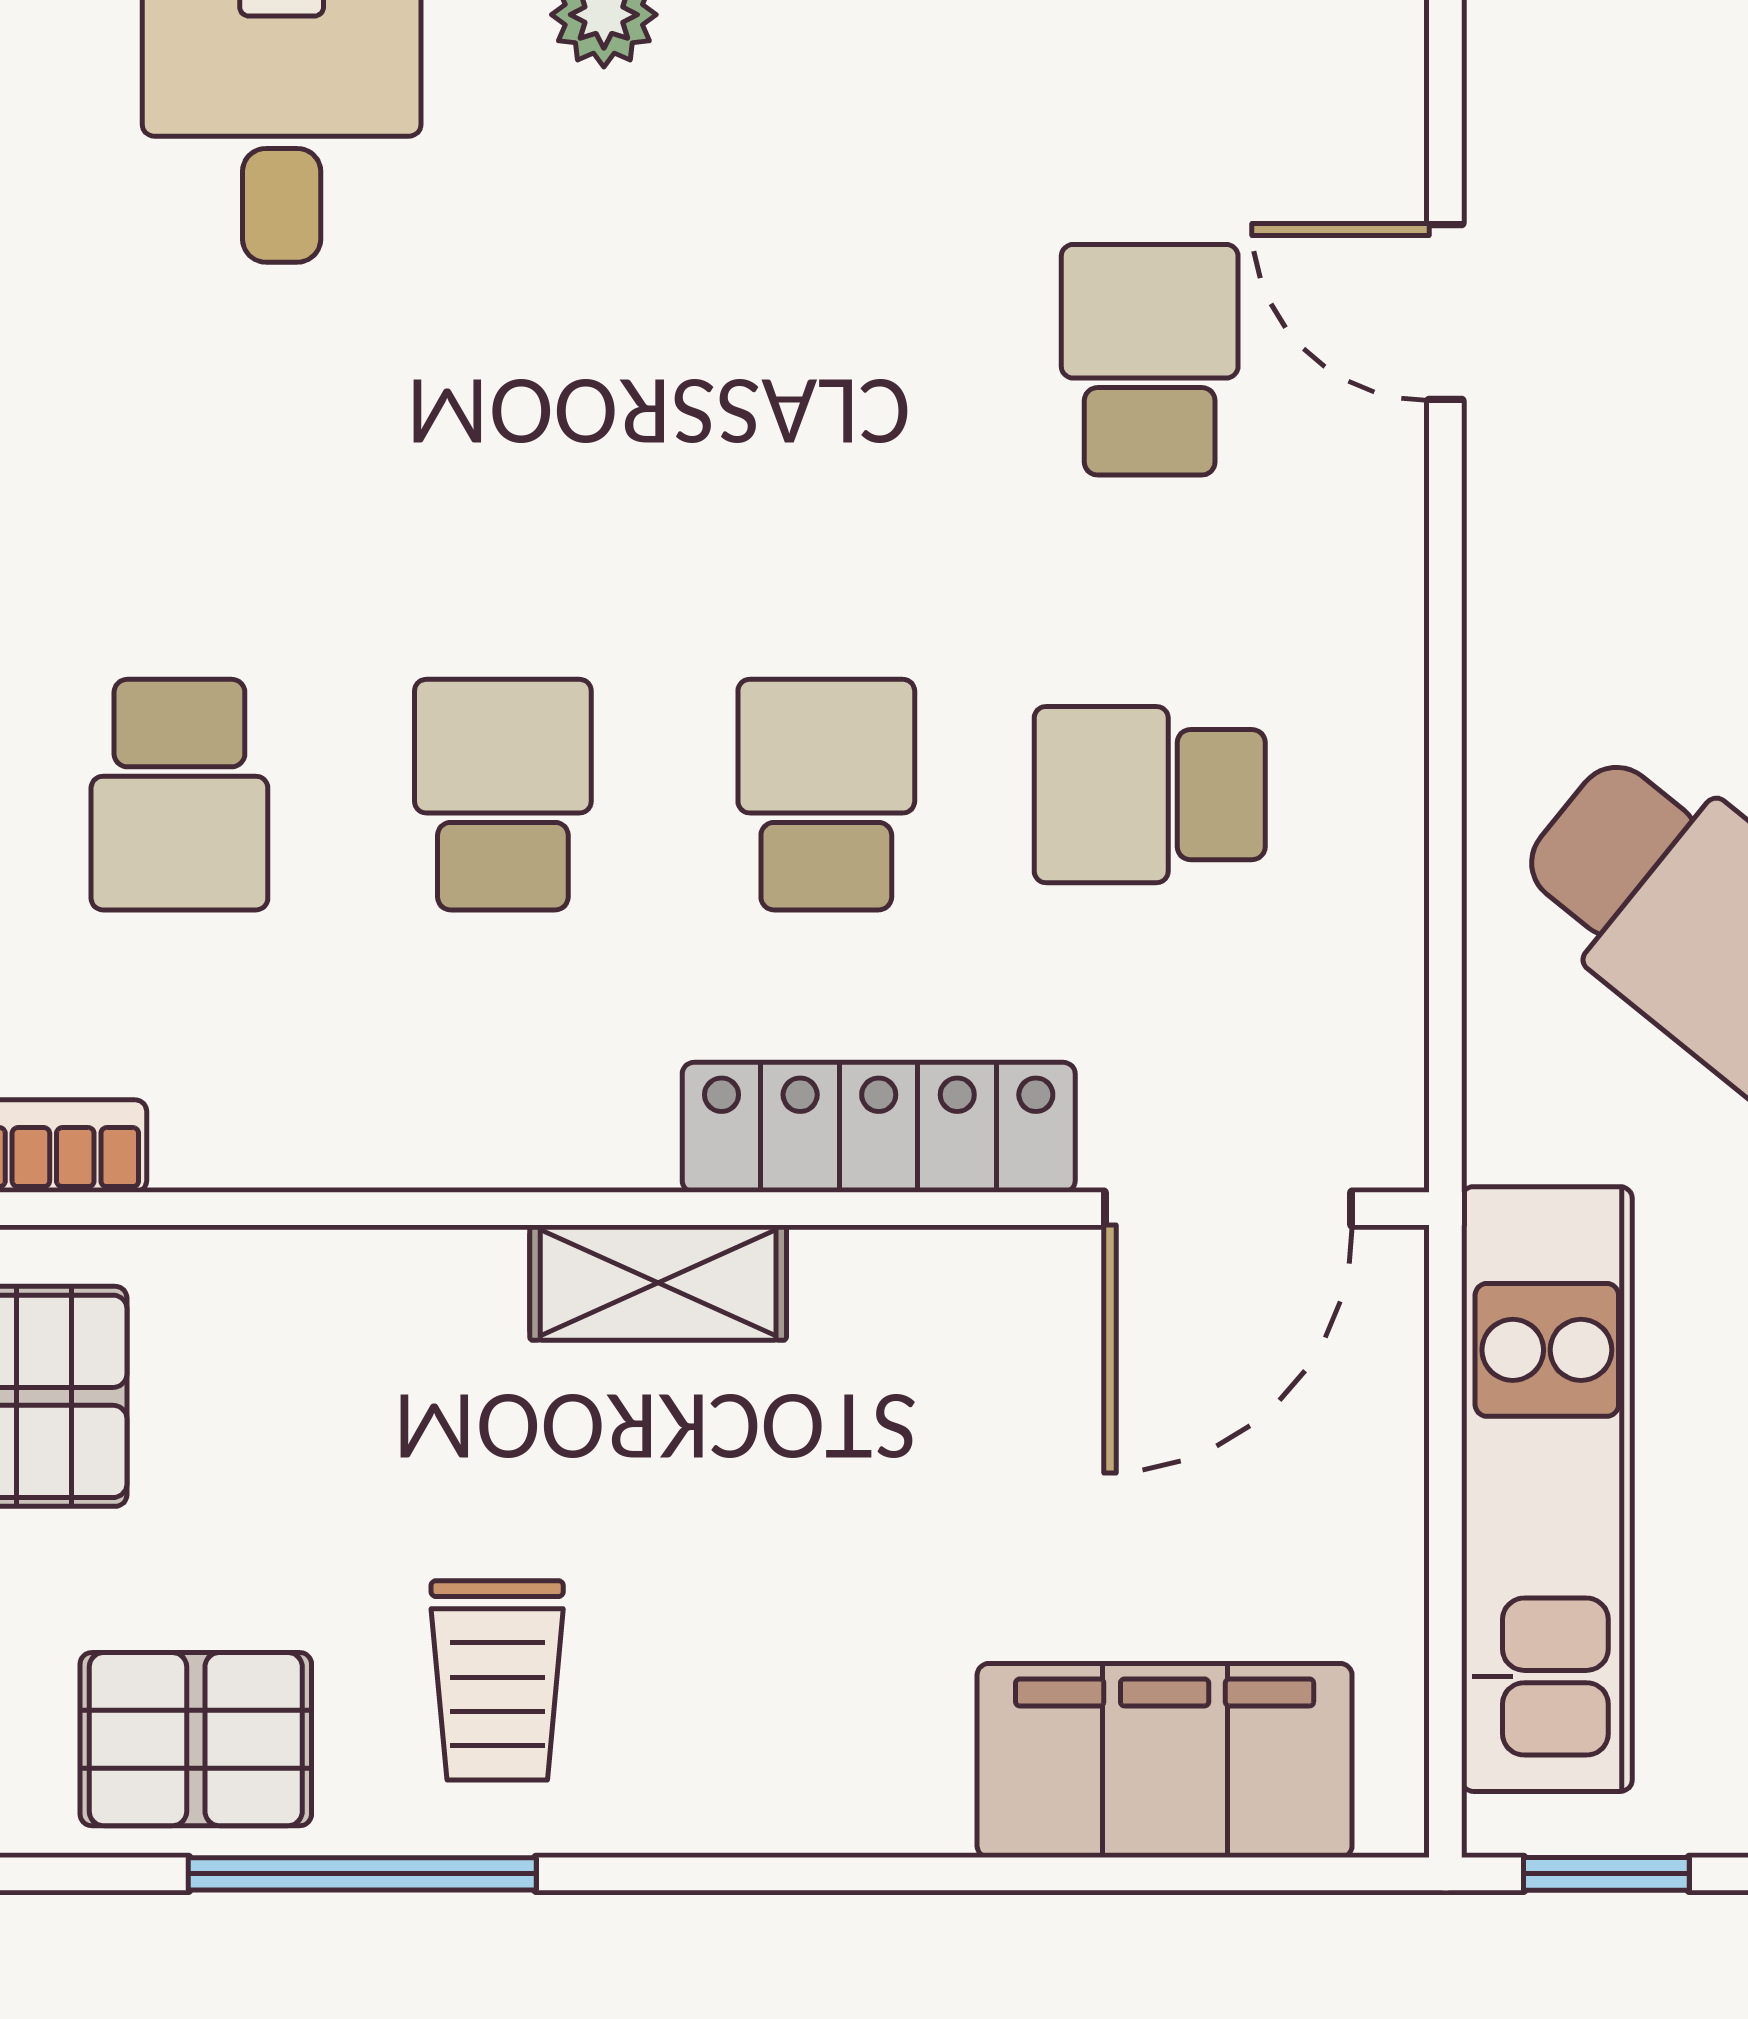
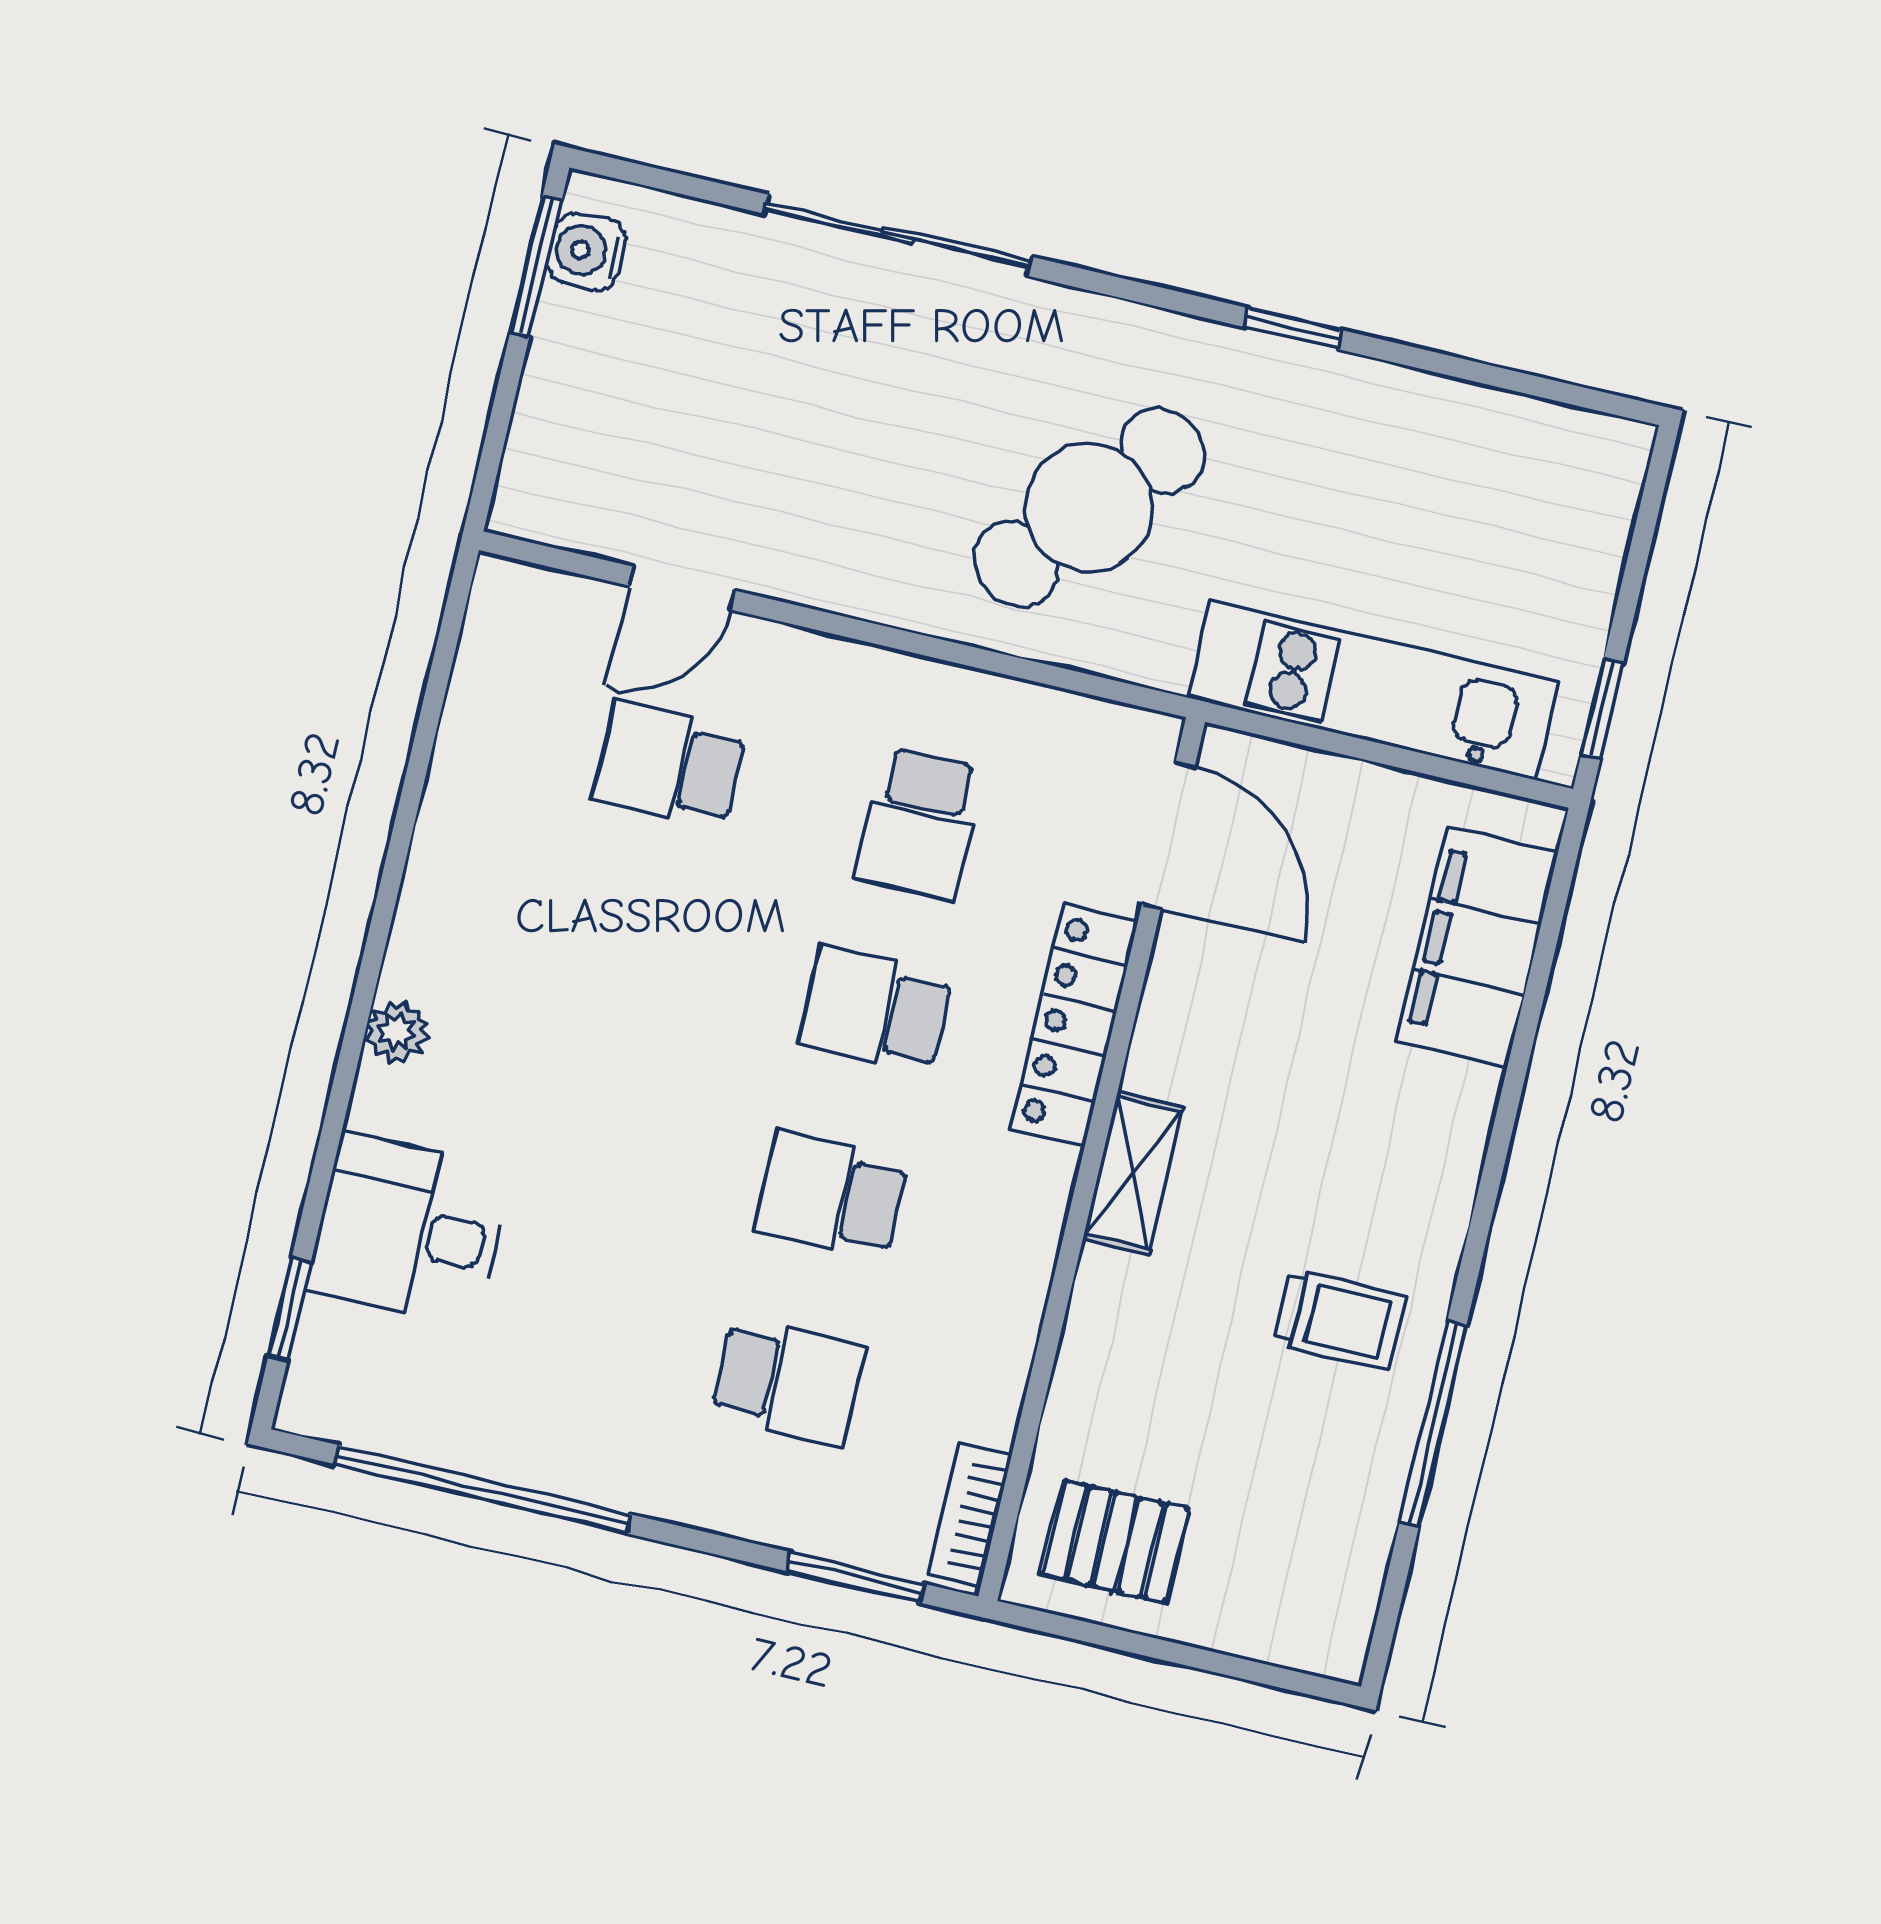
pallet: (196, 1739) -> (1333, 1501), removed

